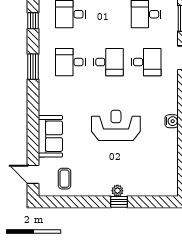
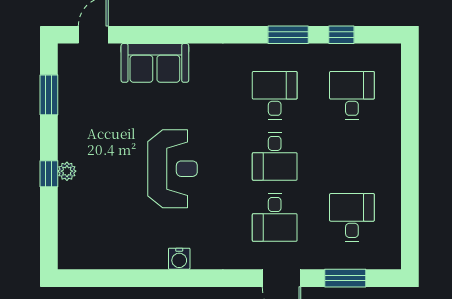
window: (33, 67) -> (288, 35), moved
coffee table: (65, 179) -> (86, 86), removed
window: (70, 202) -> (49, 95), added

